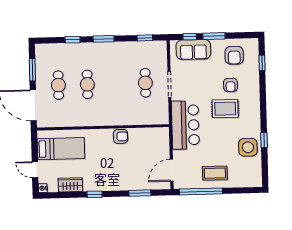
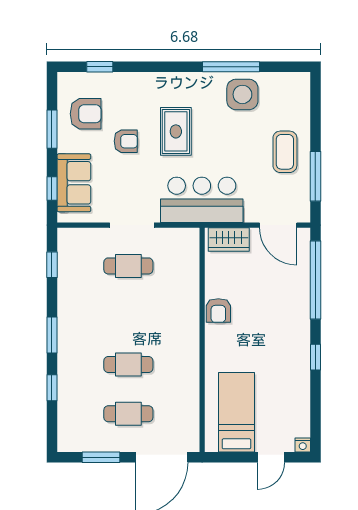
window: (214, 36) -> (52, 129), moved
armchair: (230, 85) -> (126, 141), moved
armchair: (121, 136) -> (218, 311), turned 180
window: (264, 140) -> (231, 67), width x2.17
wardrobe: (70, 185) -> (229, 239), moved, turned -90
window: (201, 191) -> (315, 176), width x0.68
window: (140, 193) -> (315, 280), width x2.11

